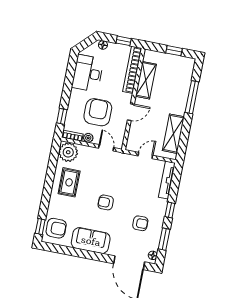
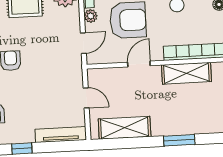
window: (192, 97) -> (179, 140), width x0.69
door: (131, 112) -> (139, 64), swing flipped

